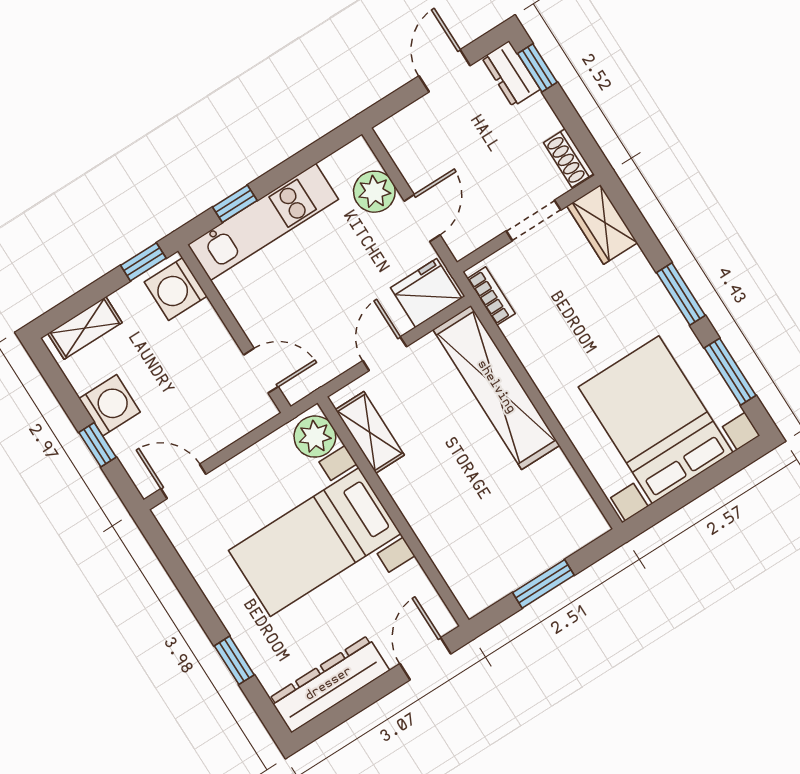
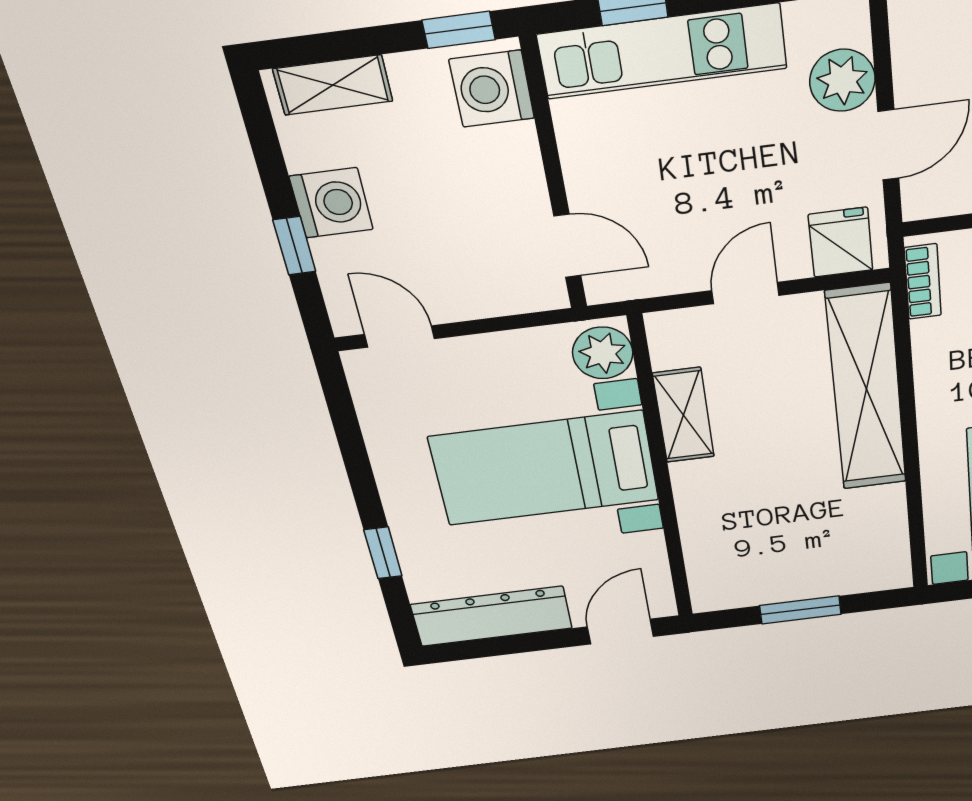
fridge: (426, 293) -> (841, 242), width x0.72
shelving: (370, 432) -> (684, 415), moved

